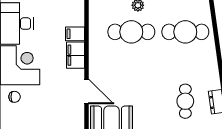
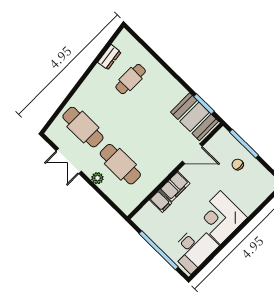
door: (87, 91) -> (192, 154), swing flipped
chair: (15, 97) -> (238, 165), moved

